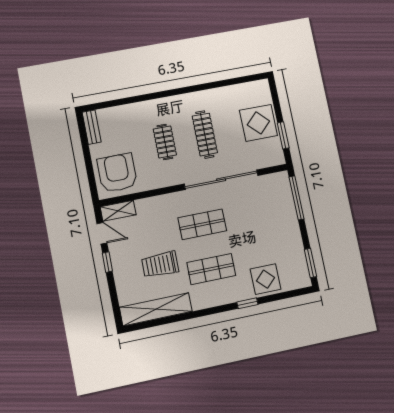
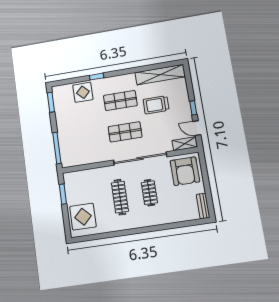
display table: (258, 123) -> (83, 217), moved
sliding door: (221, 180) -> (140, 158), moved
trolley: (160, 265) -> (156, 105), turned 180

